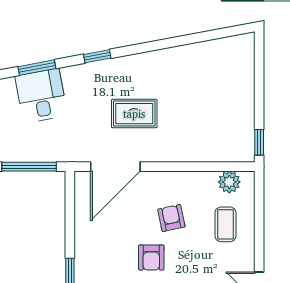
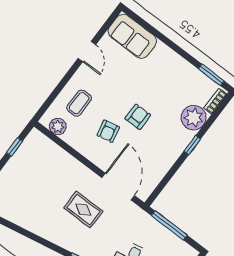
window: (259, 142) -> (14, 147), moved
door: (115, 167) -> (118, 187), hinge flipped

